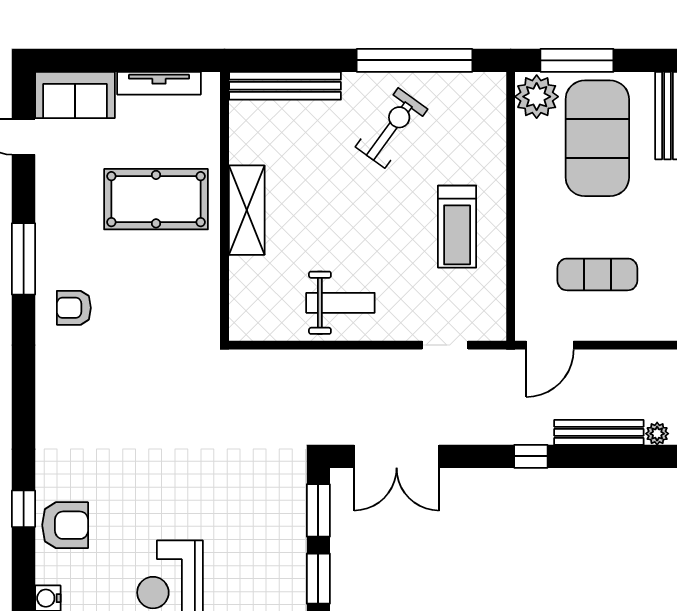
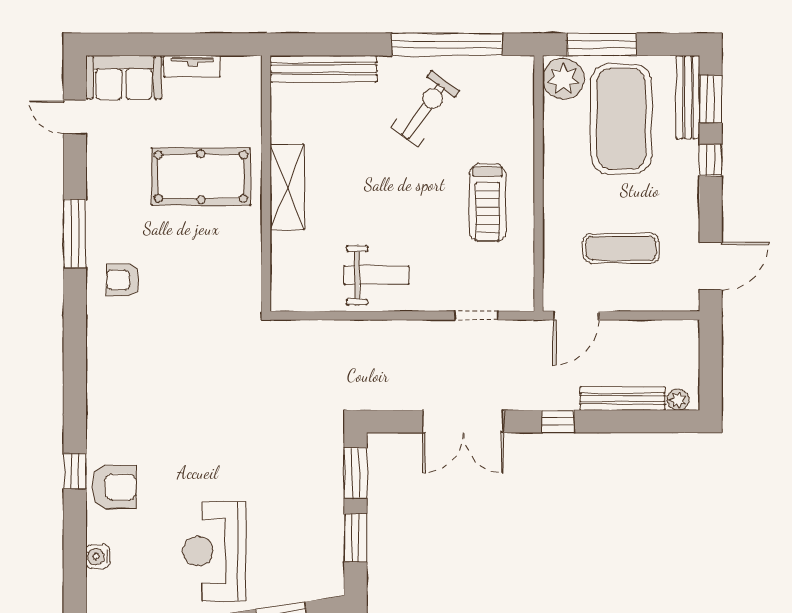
tv unit: (159, 83) -> (192, 66), width x0.71
double door: (397, 456) -> (463, 421), moved

